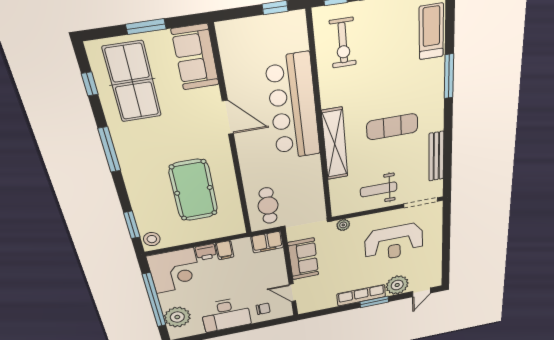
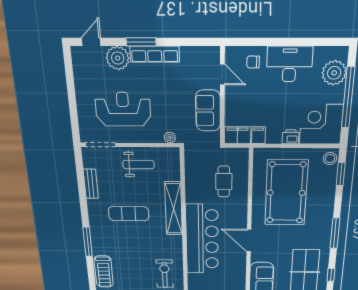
bench: (436, 156) -> (91, 184), width x0.73
pool table: (194, 190) -> (286, 193), width x1.36, depth x1.32
cafe table: (268, 206) -> (224, 182), moved
filing cabinet: (225, 250) -> (259, 135), moved

